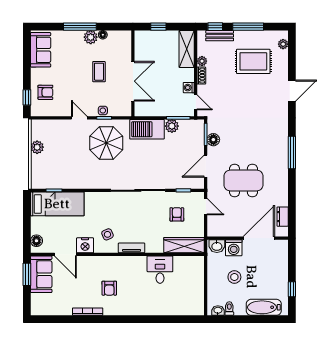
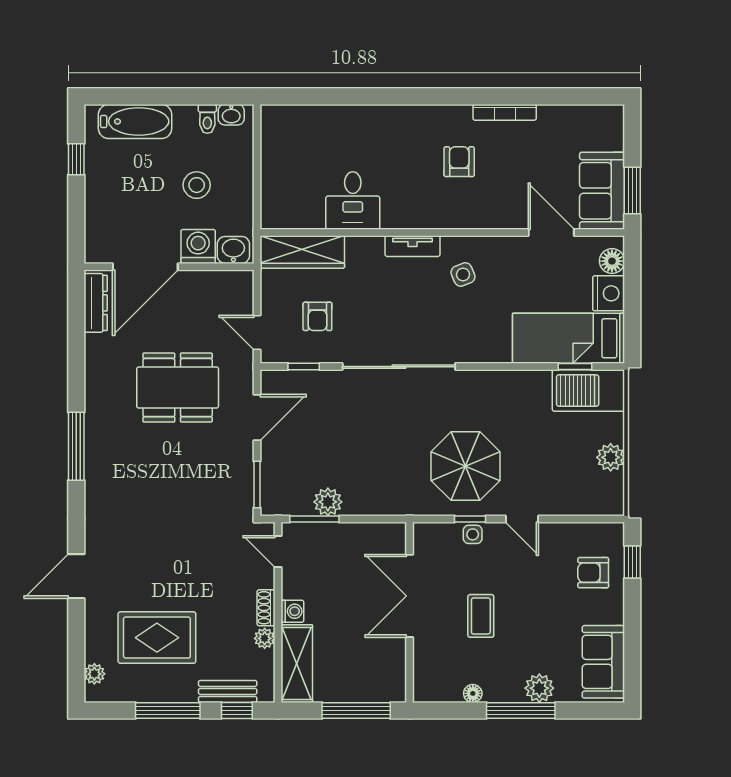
window: (158, 27) -> (356, 710), width x2.17
plant: (91, 37) -> (539, 688), moved
washing machine: (189, 88) -> (292, 611), moved
barbecue: (147, 129) -> (588, 391), moved, turned 180
floor lamp: (213, 140) -> (241, 473), removed
dresser: (283, 217) -> (96, 303), width x1.44
nightstand: (85, 245) -> (609, 293), moved, turned 90

